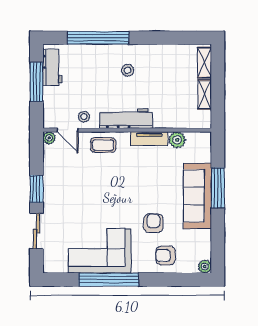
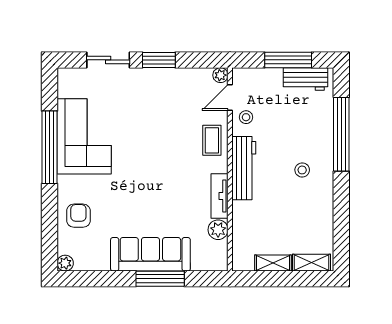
armchair: (153, 223) -> (117, 201), removed

